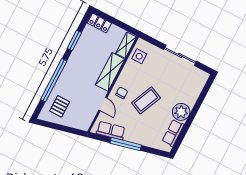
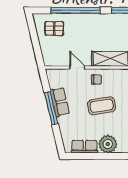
coffee table: (146, 100) -> (102, 106), turned -33
door: (103, 104) -> (77, 68), swing flipped
row of seats: (111, 131) -> (60, 102), moved

